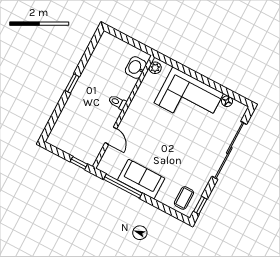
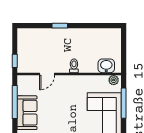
window: (186, 70) -> (124, 103), added
window: (72, 84) -> (60, 26), moved

